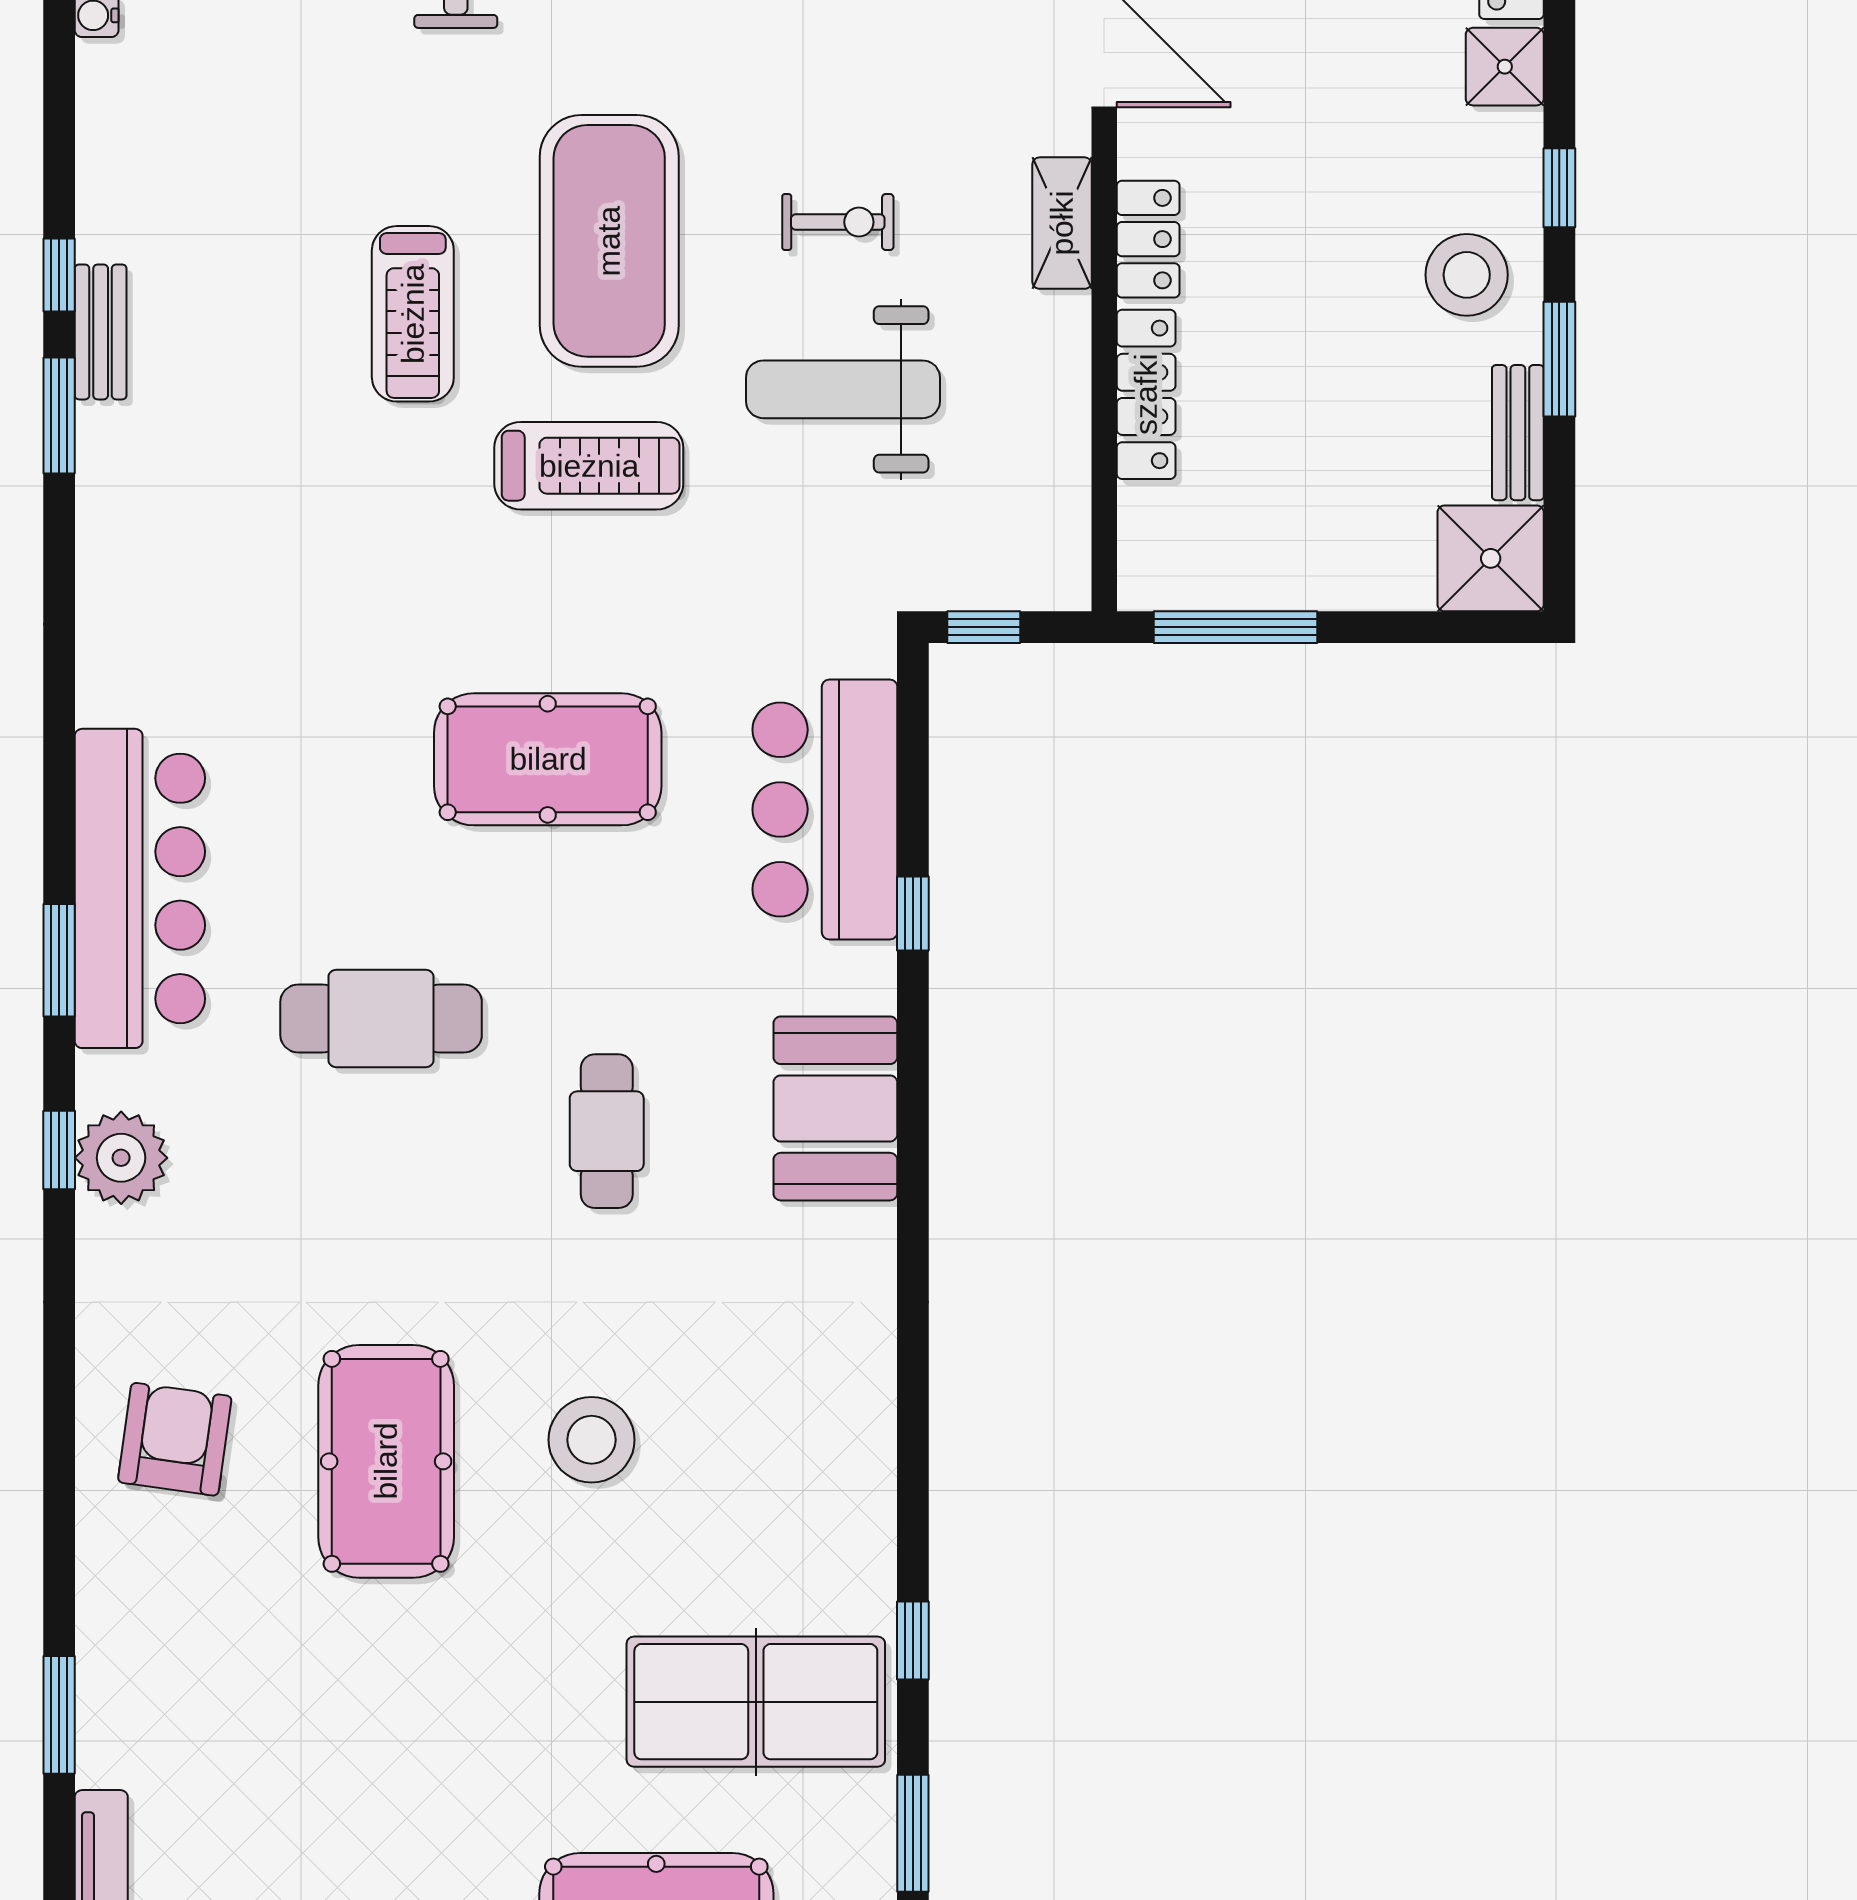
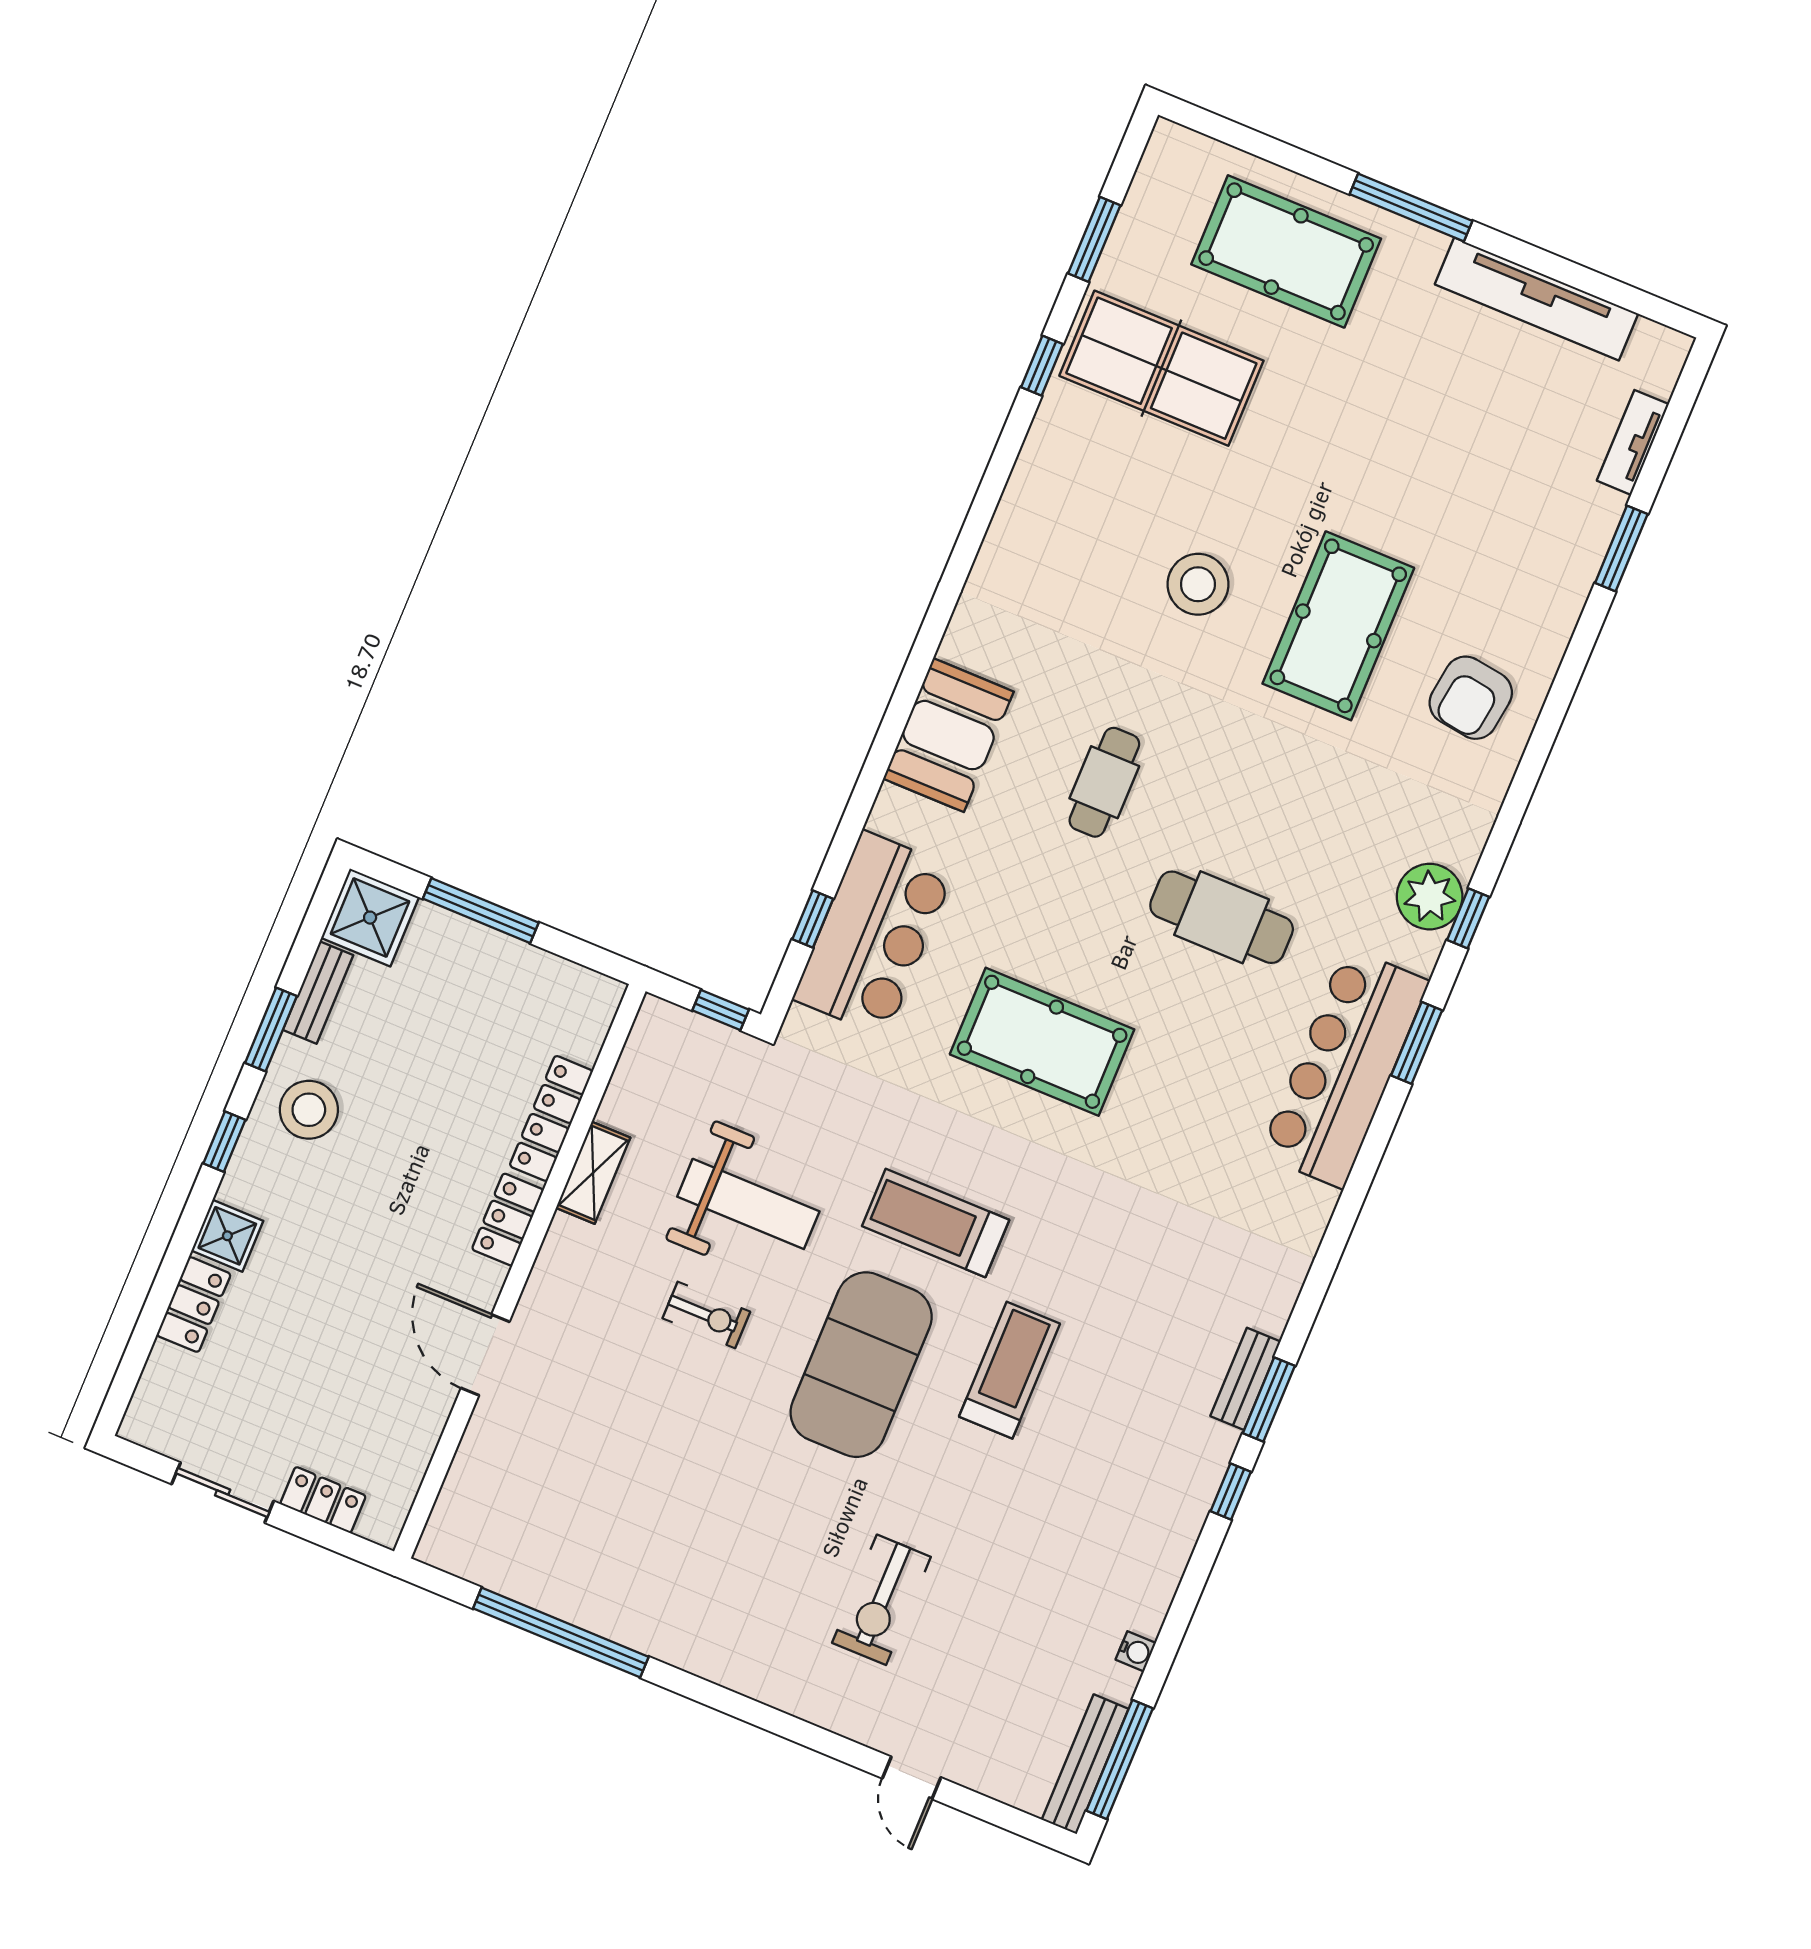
exercise bike: (838, 222) -> (706, 1315), turned 180
shelving: (1062, 223) -> (593, 1173), moved
bench: (101, 332) -> (1246, 1379), moved
window: (1235, 627) -> (481, 911), moved
window: (913, 914) -> (813, 919), moved

